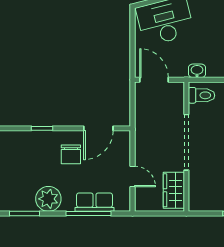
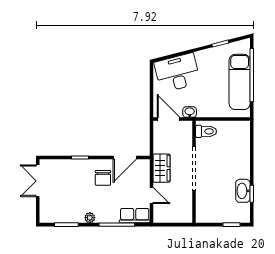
washbasin: (197, 71) -> (190, 112), moved
wardrobe: (174, 190) -> (162, 168), moved, turned 180
plant: (48, 199) -> (90, 218), width x0.53, depth x0.53
row of seats: (94, 202) -> (135, 216), moved

